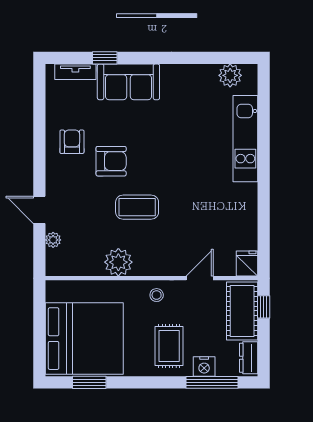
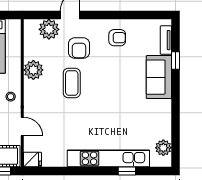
window: (264, 128) -> (127, 171), added
kitchen unit: (245, 139) -> (108, 158), width x1.36
armchair: (111, 161) -> (79, 48), moved
plant: (53, 240) -> (49, 29), width x1.88, depth x1.88

